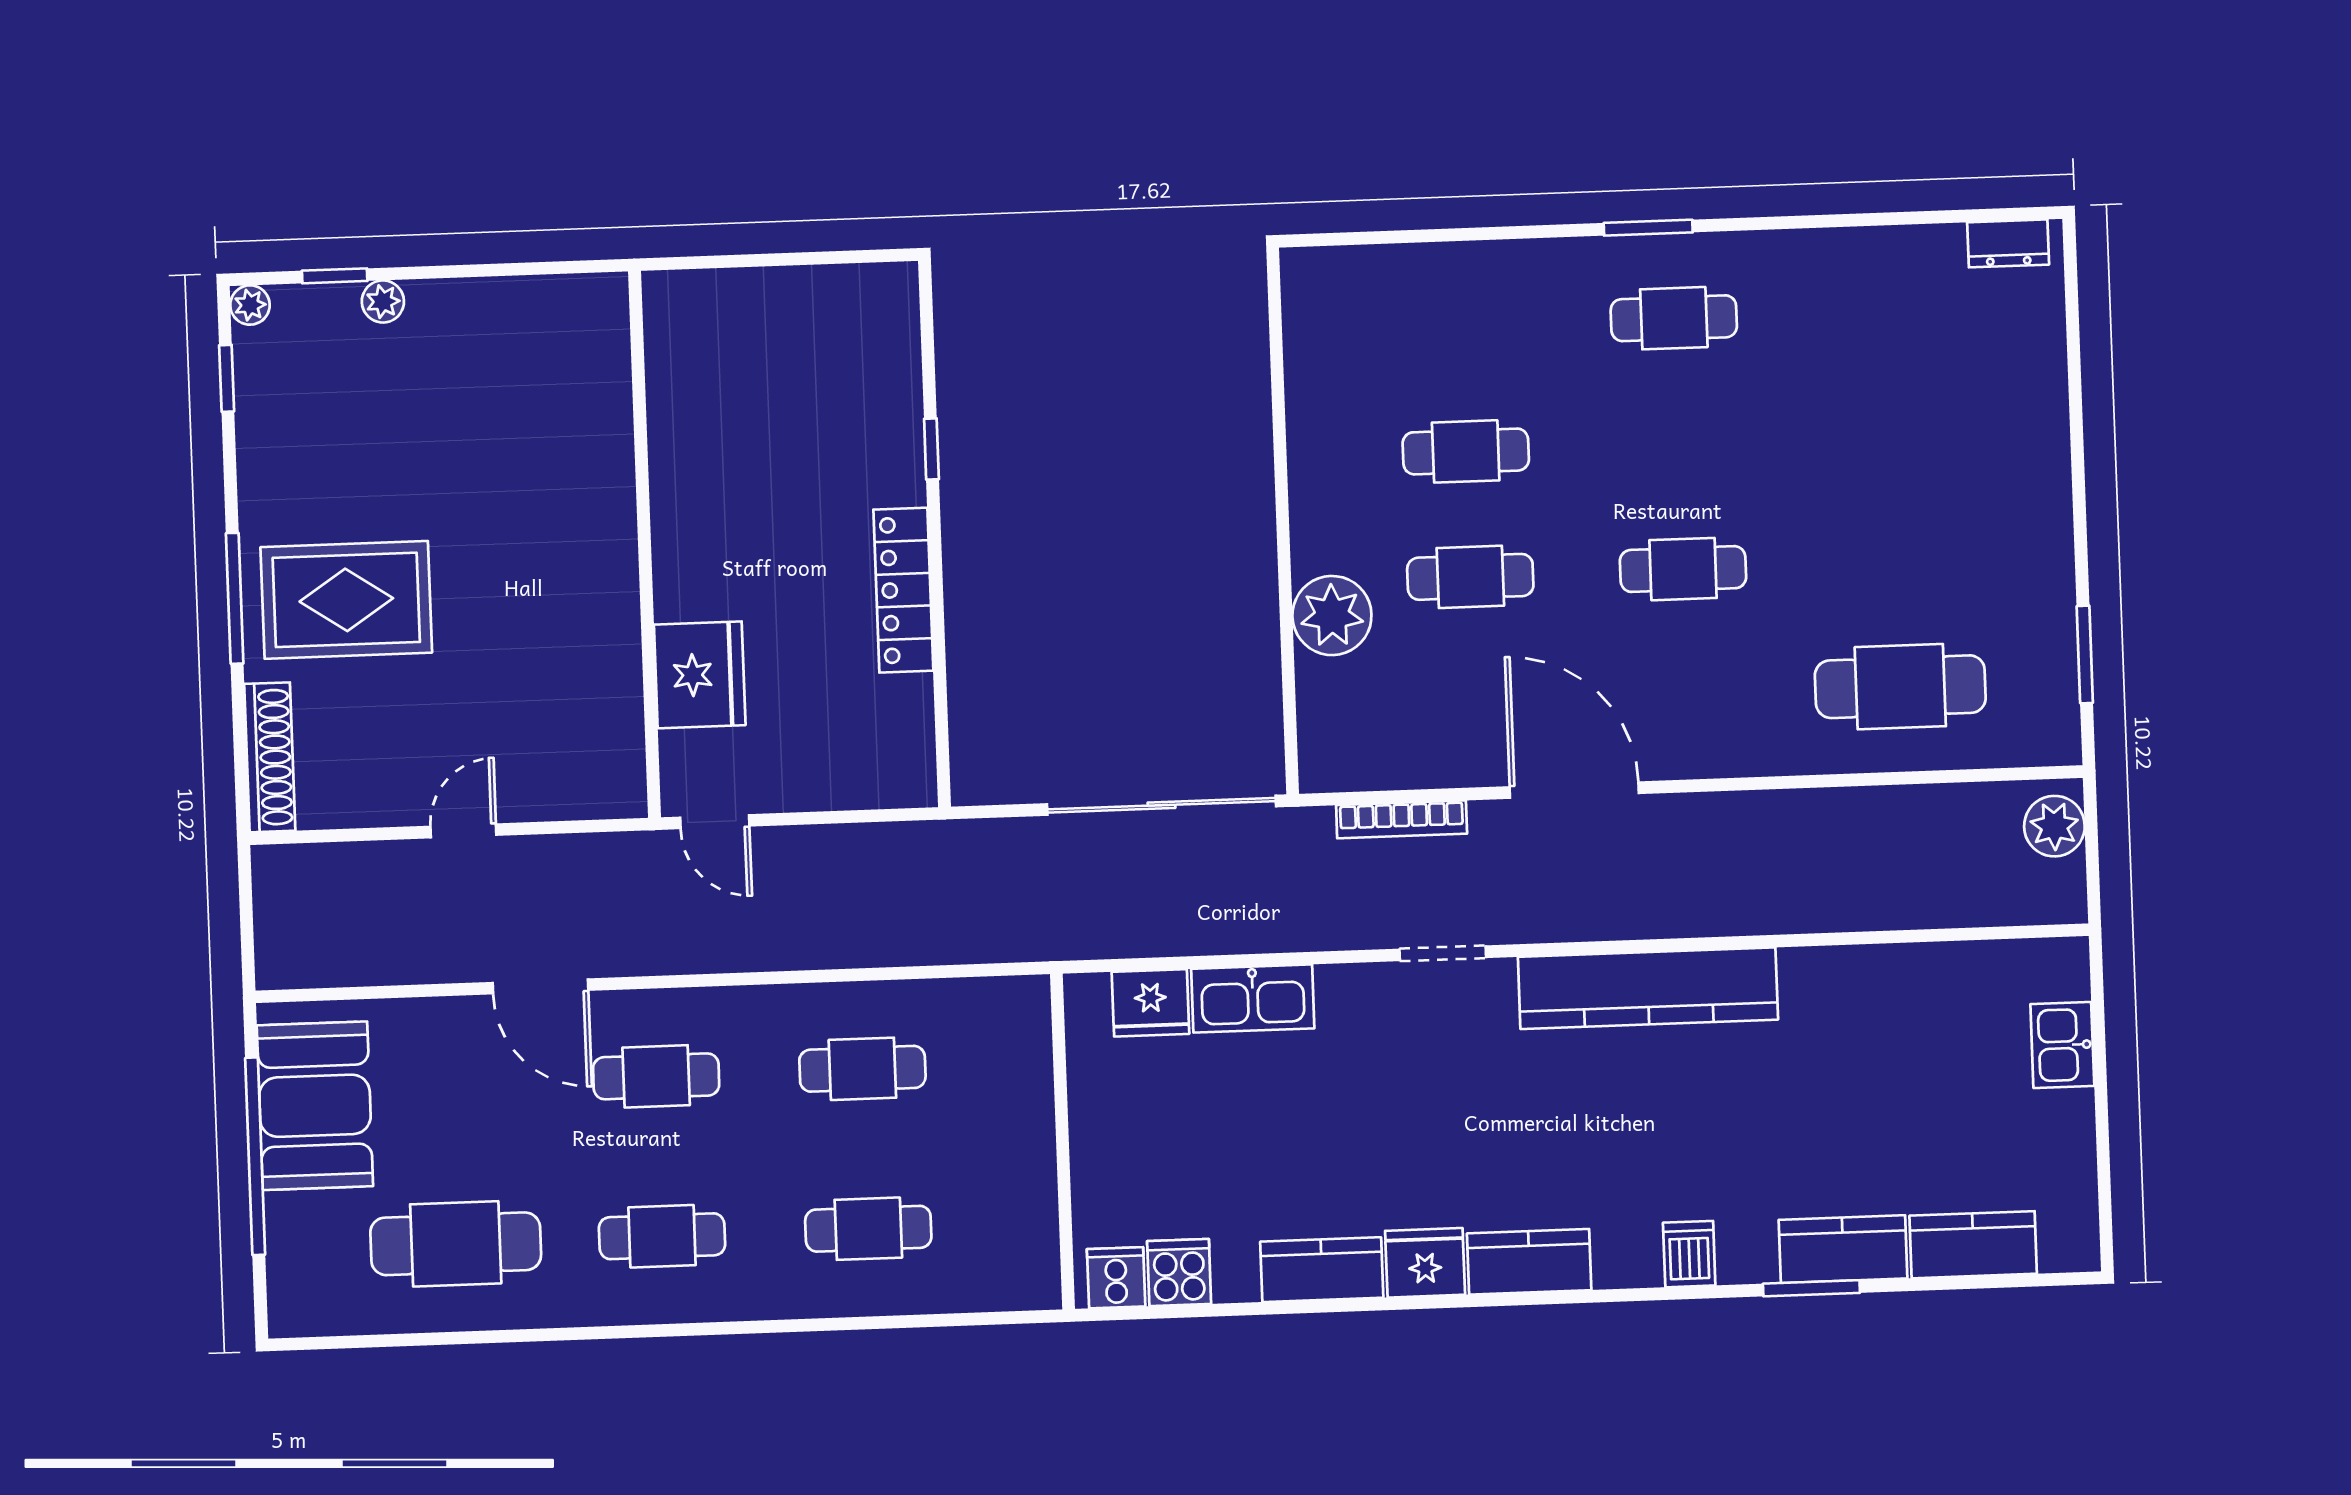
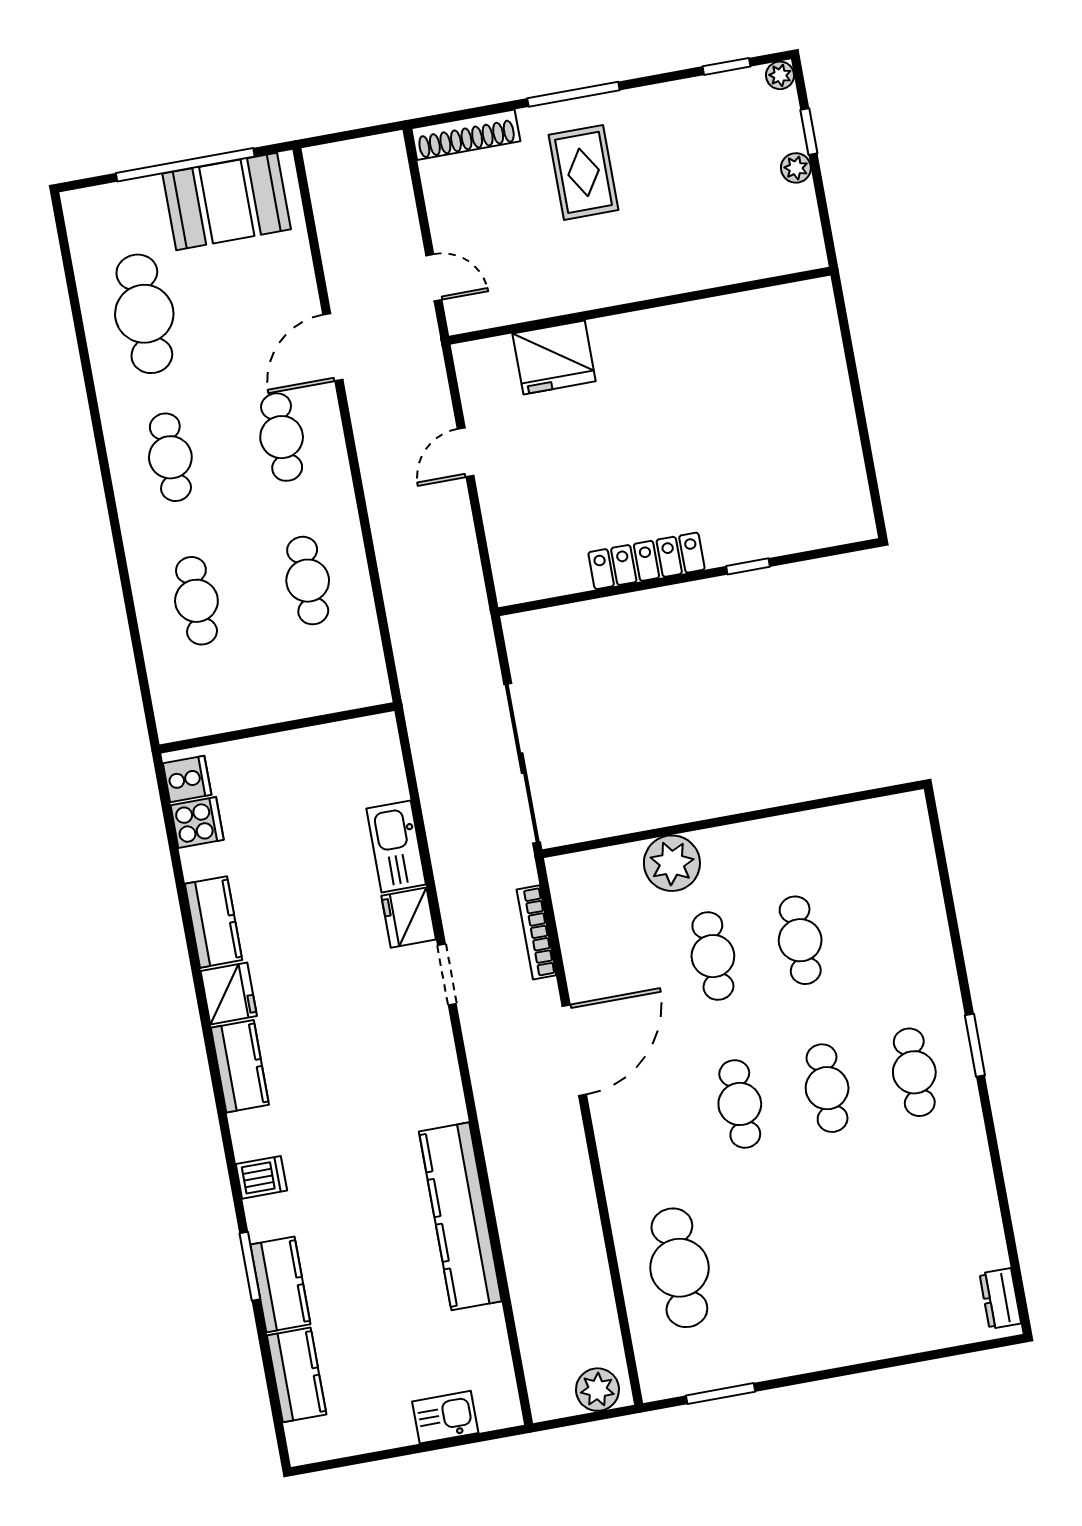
cafe table: (1678, 444) -> (827, 1088), added
wall: (645, 544) -> (640, 306), moved
rug: (346, 600) -> (584, 172), width x0.73, depth x0.70
fridge: (700, 675) -> (554, 357), moved
kitchen counter: (1648, 988) -> (460, 1216), moved
fridge: (1151, 1003) -> (409, 918), moved

